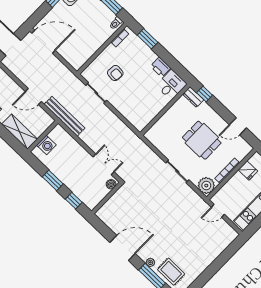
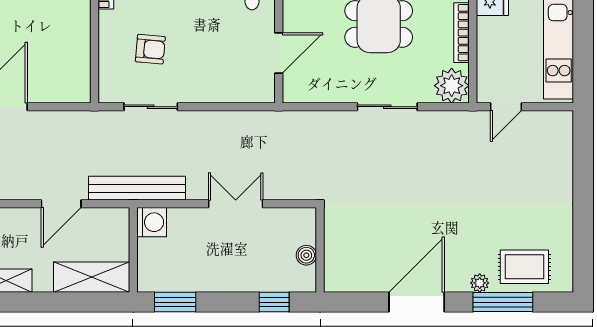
door: (158, 117) -> (279, 53), added
washing machine: (46, 145) -> (152, 222), moved
double door: (104, 164) -> (236, 204), moved
window: (53, 180) -> (175, 302), moved
boiler: (111, 184) -> (306, 255), moved

